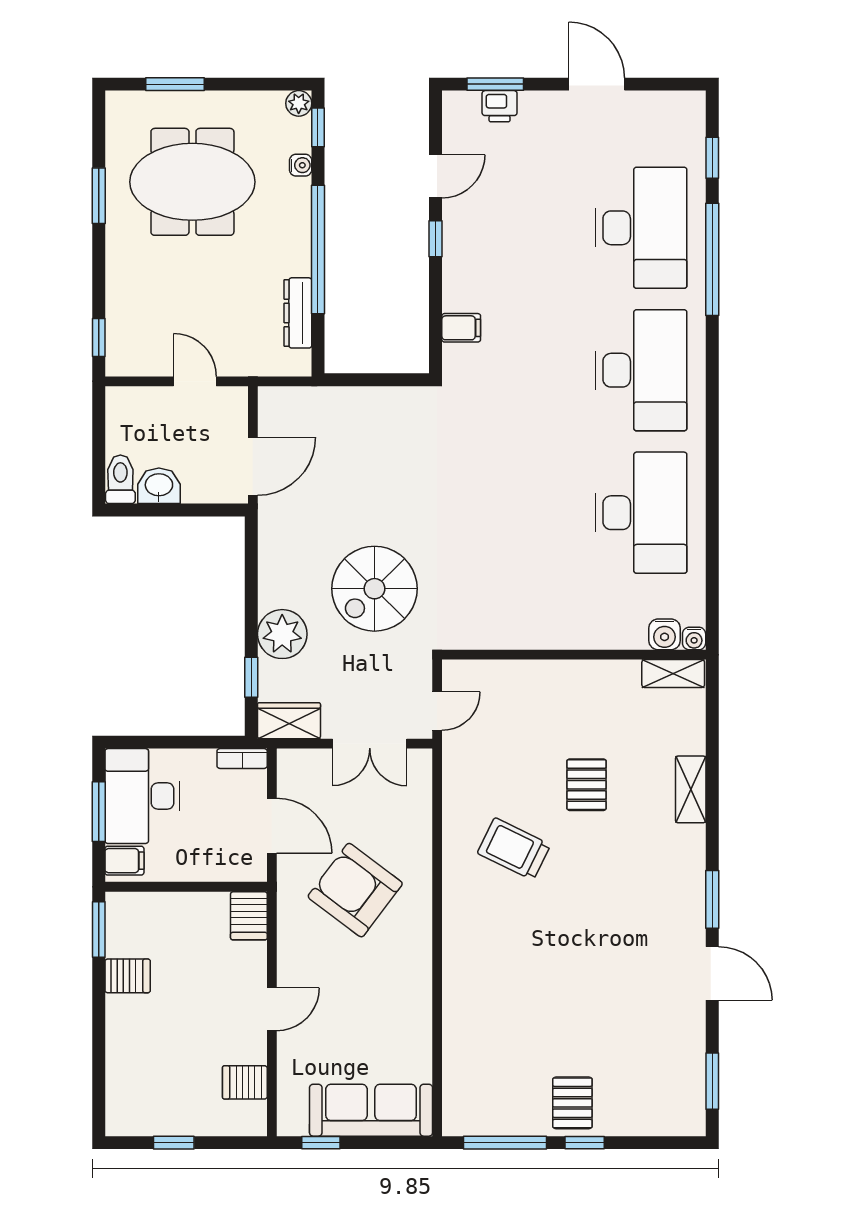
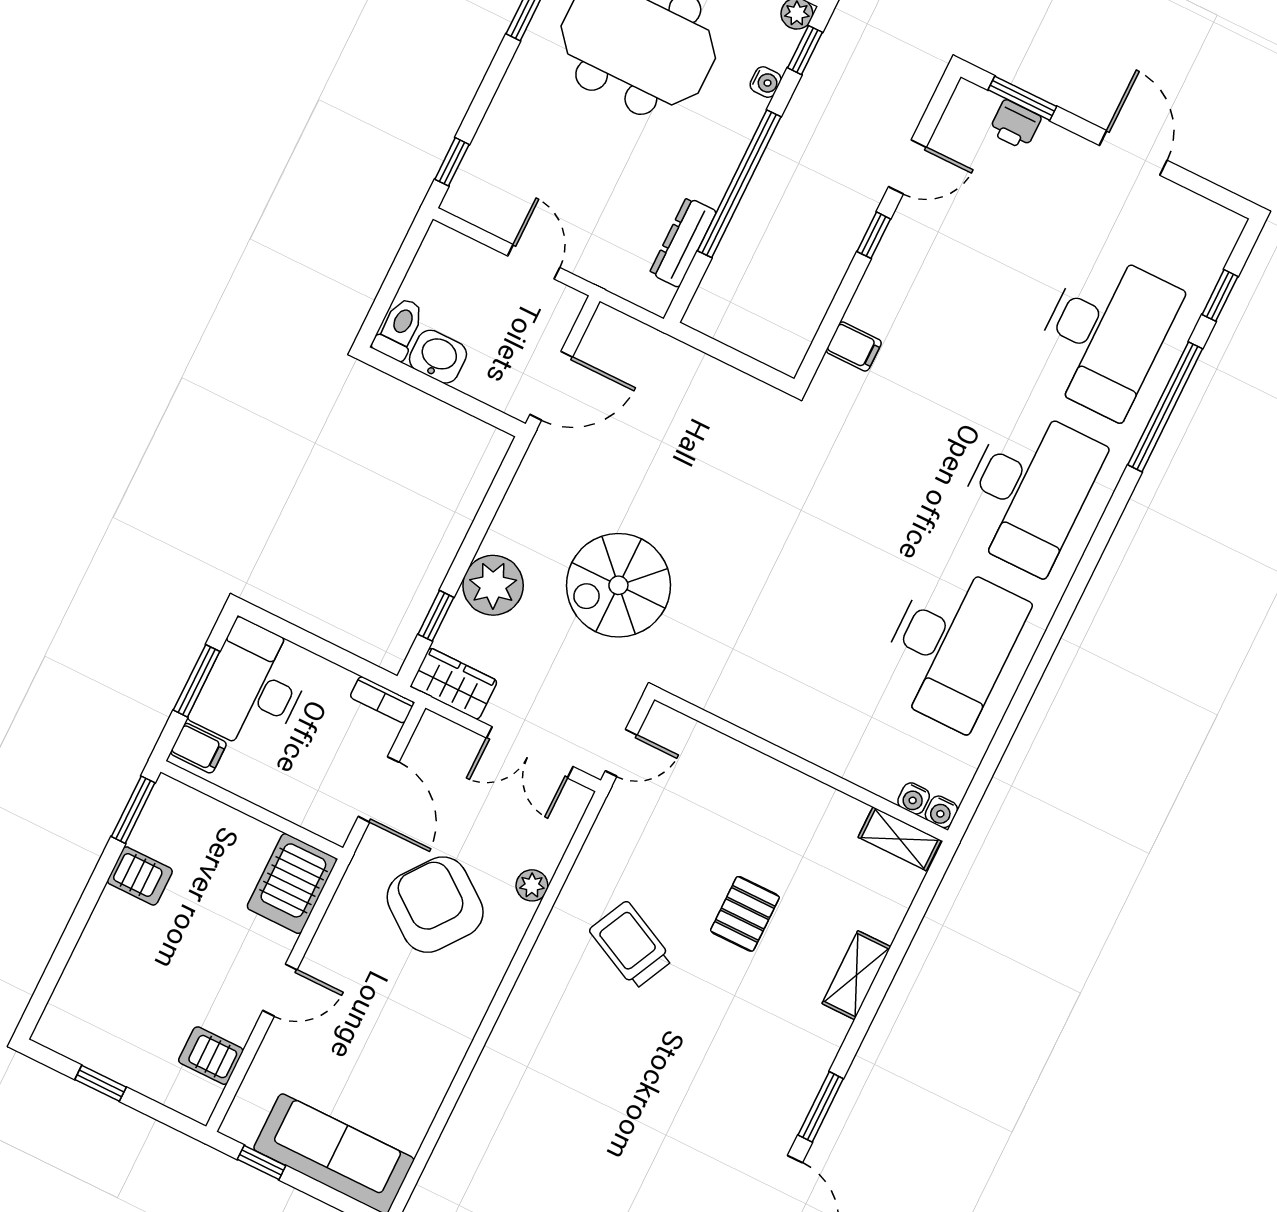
water cooler: (665, 634) -> (914, 798), width x0.72, depth x0.72
plant: (420, 841) -> (532, 885), added
server rack: (249, 916) -> (292, 884), width x1.36, depth x1.44

